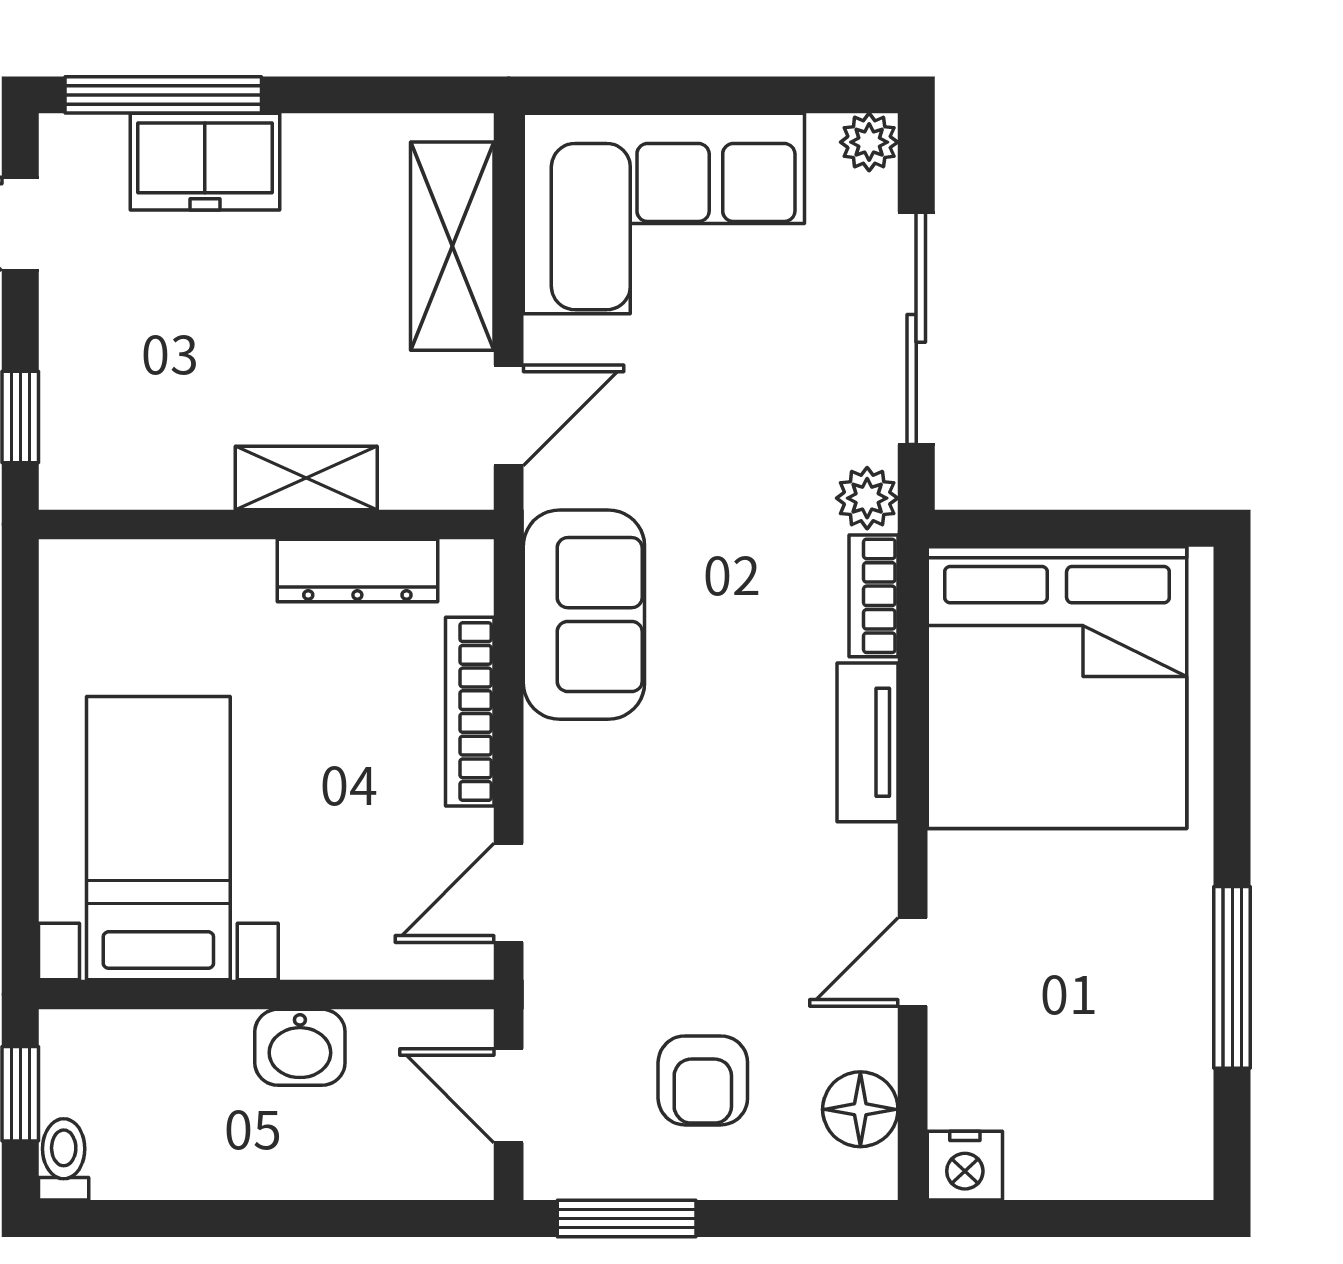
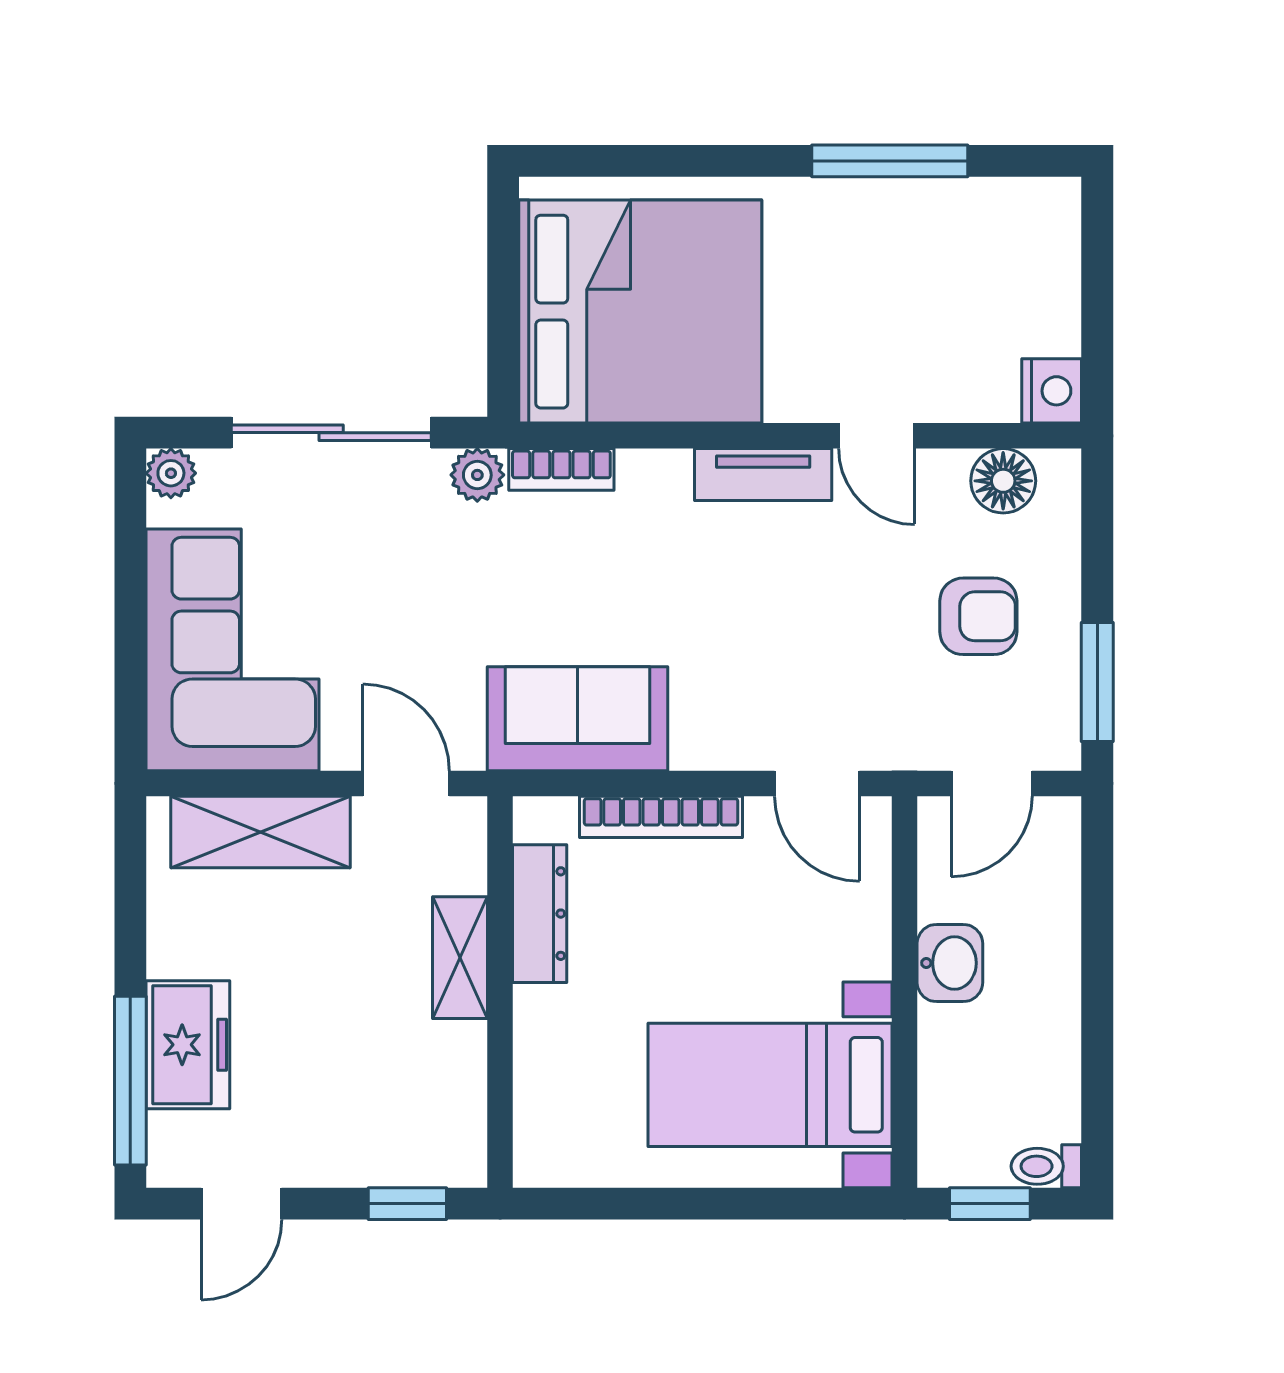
tv unit: (868, 742) -> (763, 475), moved

